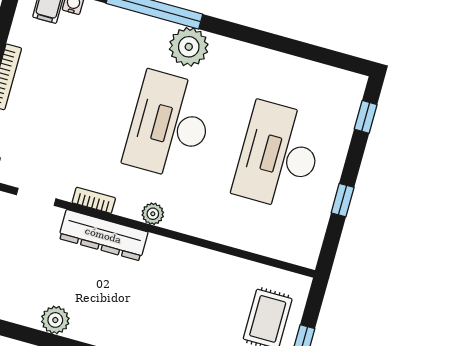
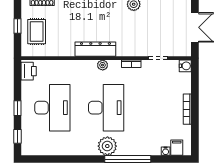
window: (343, 200) -> (17, 108), moved
dresser: (103, 235) -> (95, 49), moved
printer: (306, 243) -> (29, 71), added

